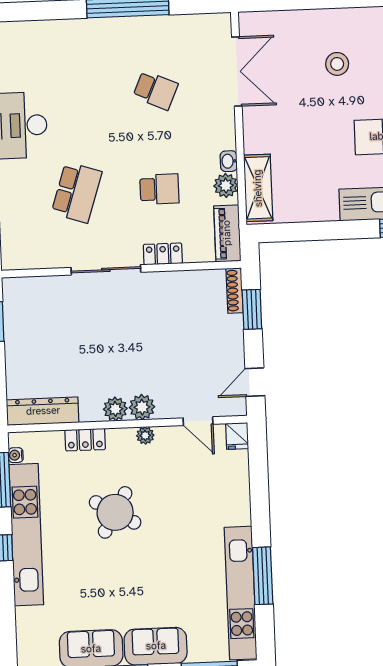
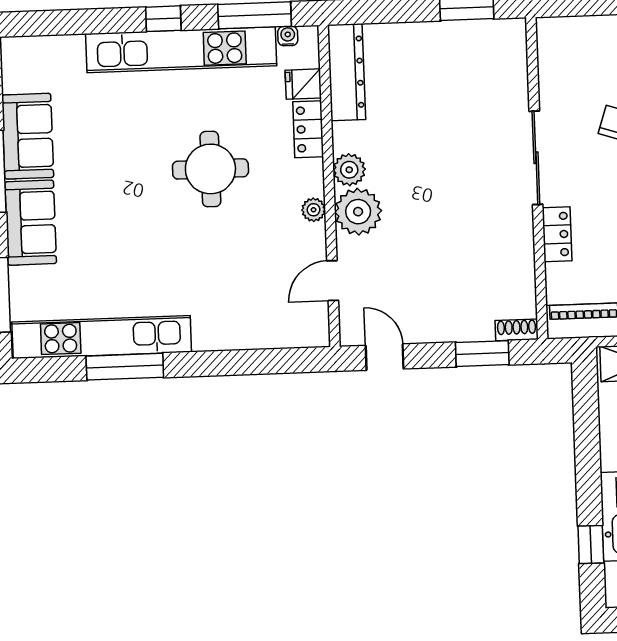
shoe rack: (235, 291) -> (517, 330), width x0.70
plant: (142, 407) -> (358, 212), width x1.36, depth x1.36
fridge: (237, 436) -> (303, 84), moved
round table: (115, 512) -> (210, 169), turned -30

